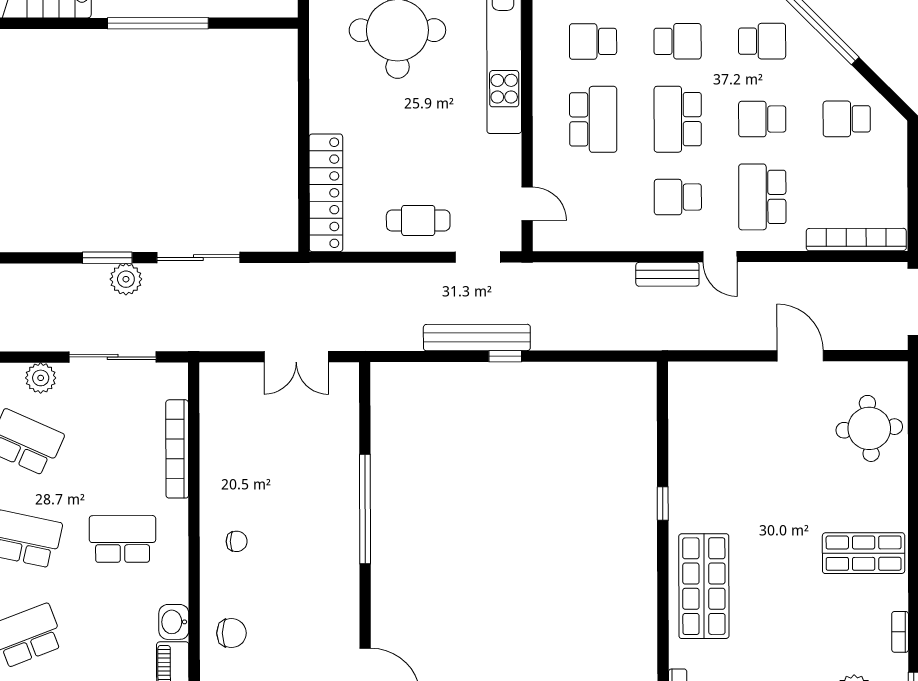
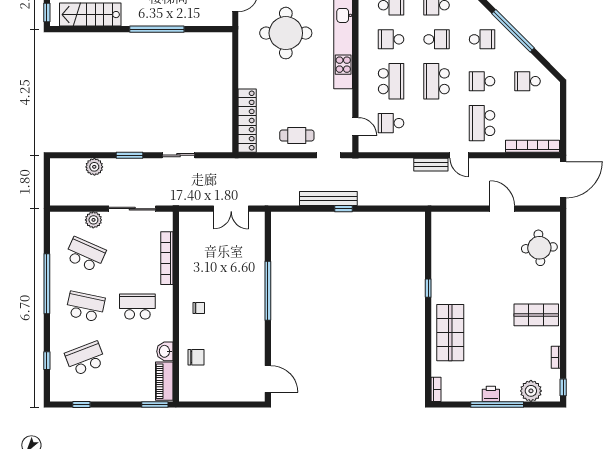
school desk: (678, 197) -> (391, 123), moved
sliding door: (198, 258) -> (179, 155), width x0.73
plant: (126, 279) -> (94, 167), moved

